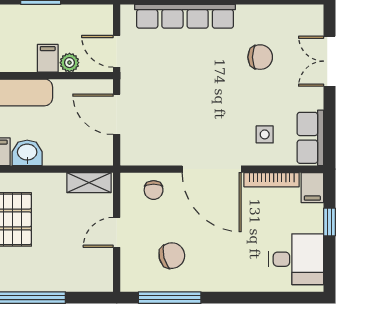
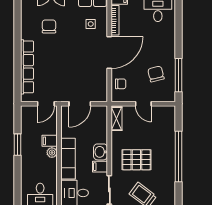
plant: (69, 63) -> (52, 153), moved

